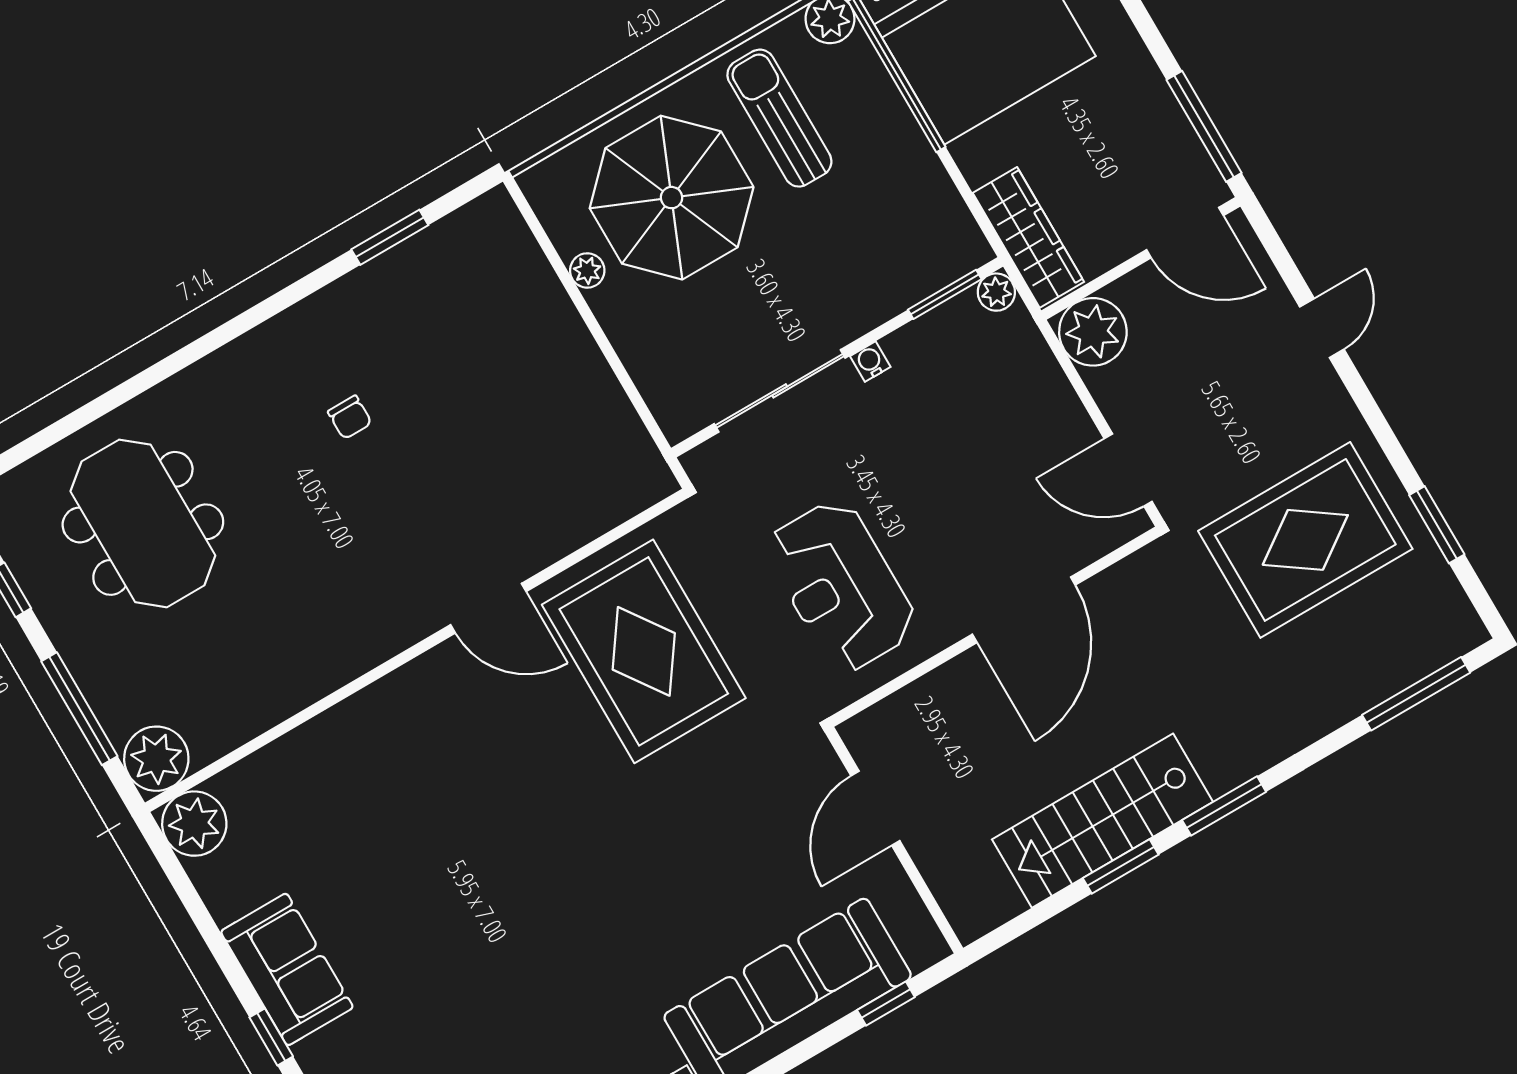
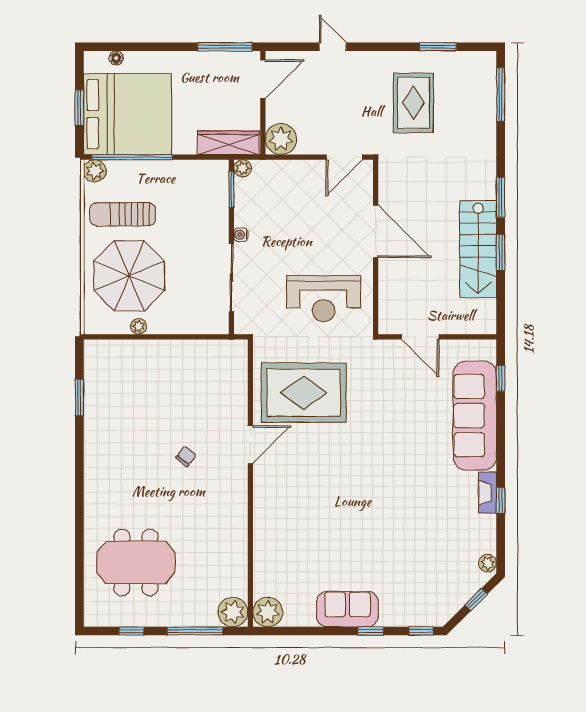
chair: (350, 417) -> (186, 456), moved, turned -52
rug: (1305, 540) -> (413, 103), width x0.73, depth x0.69

